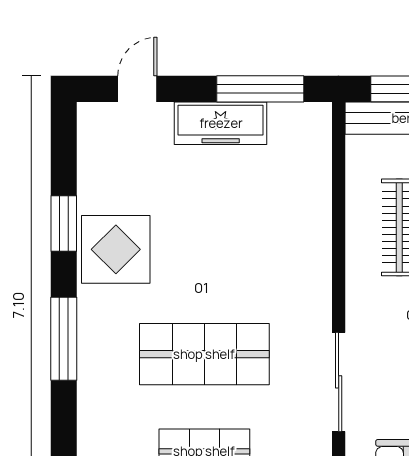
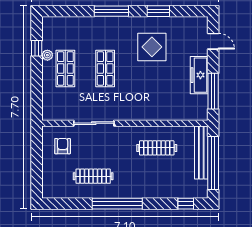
display table: (116, 249) -> (152, 47), moved
shop shelf: (204, 354) -> (105, 68), width x0.70, depth x0.74

